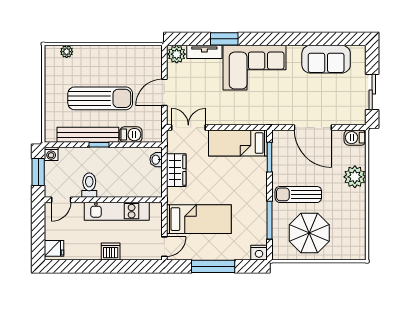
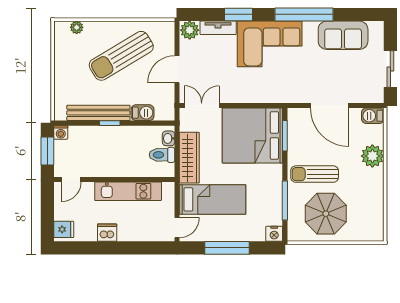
window: (288, 39) -> (304, 14), added
sun lounger: (100, 98) -> (121, 56), moved, turned 149
bed: (238, 143) -> (252, 135), width x2.04
wardrobe: (176, 170) -> (189, 158), width x1.50
toilet: (89, 185) -> (162, 155), moved, turned -90
dishwasher: (111, 251) -> (107, 233), moved

